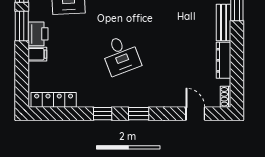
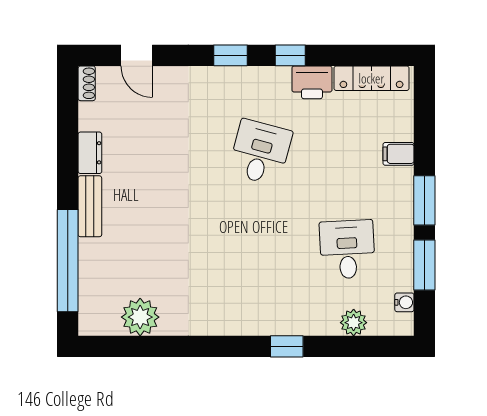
printer: (38, 34) -> (312, 82), moved, turned -90
desk: (121, 55) -> (260, 152), turned 36
dresser: (224, 60) -> (90, 153), width x0.70

